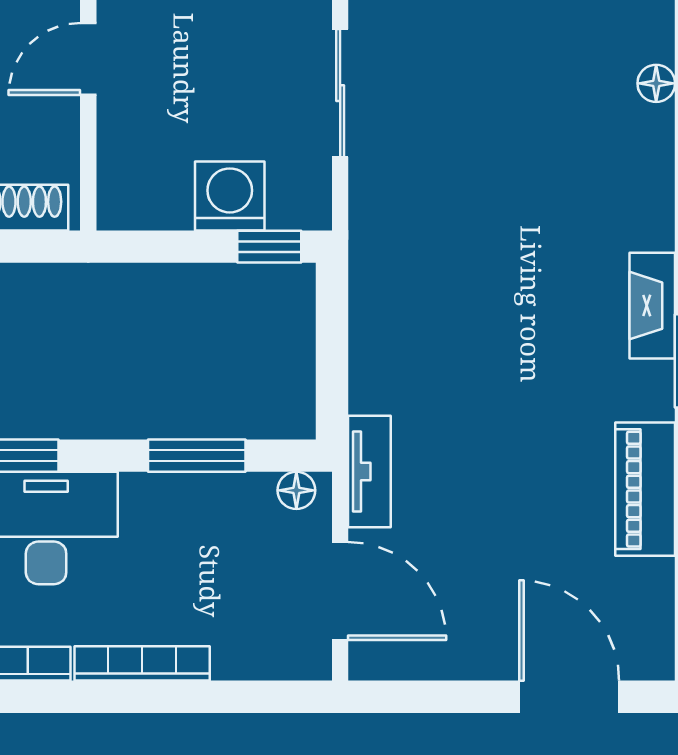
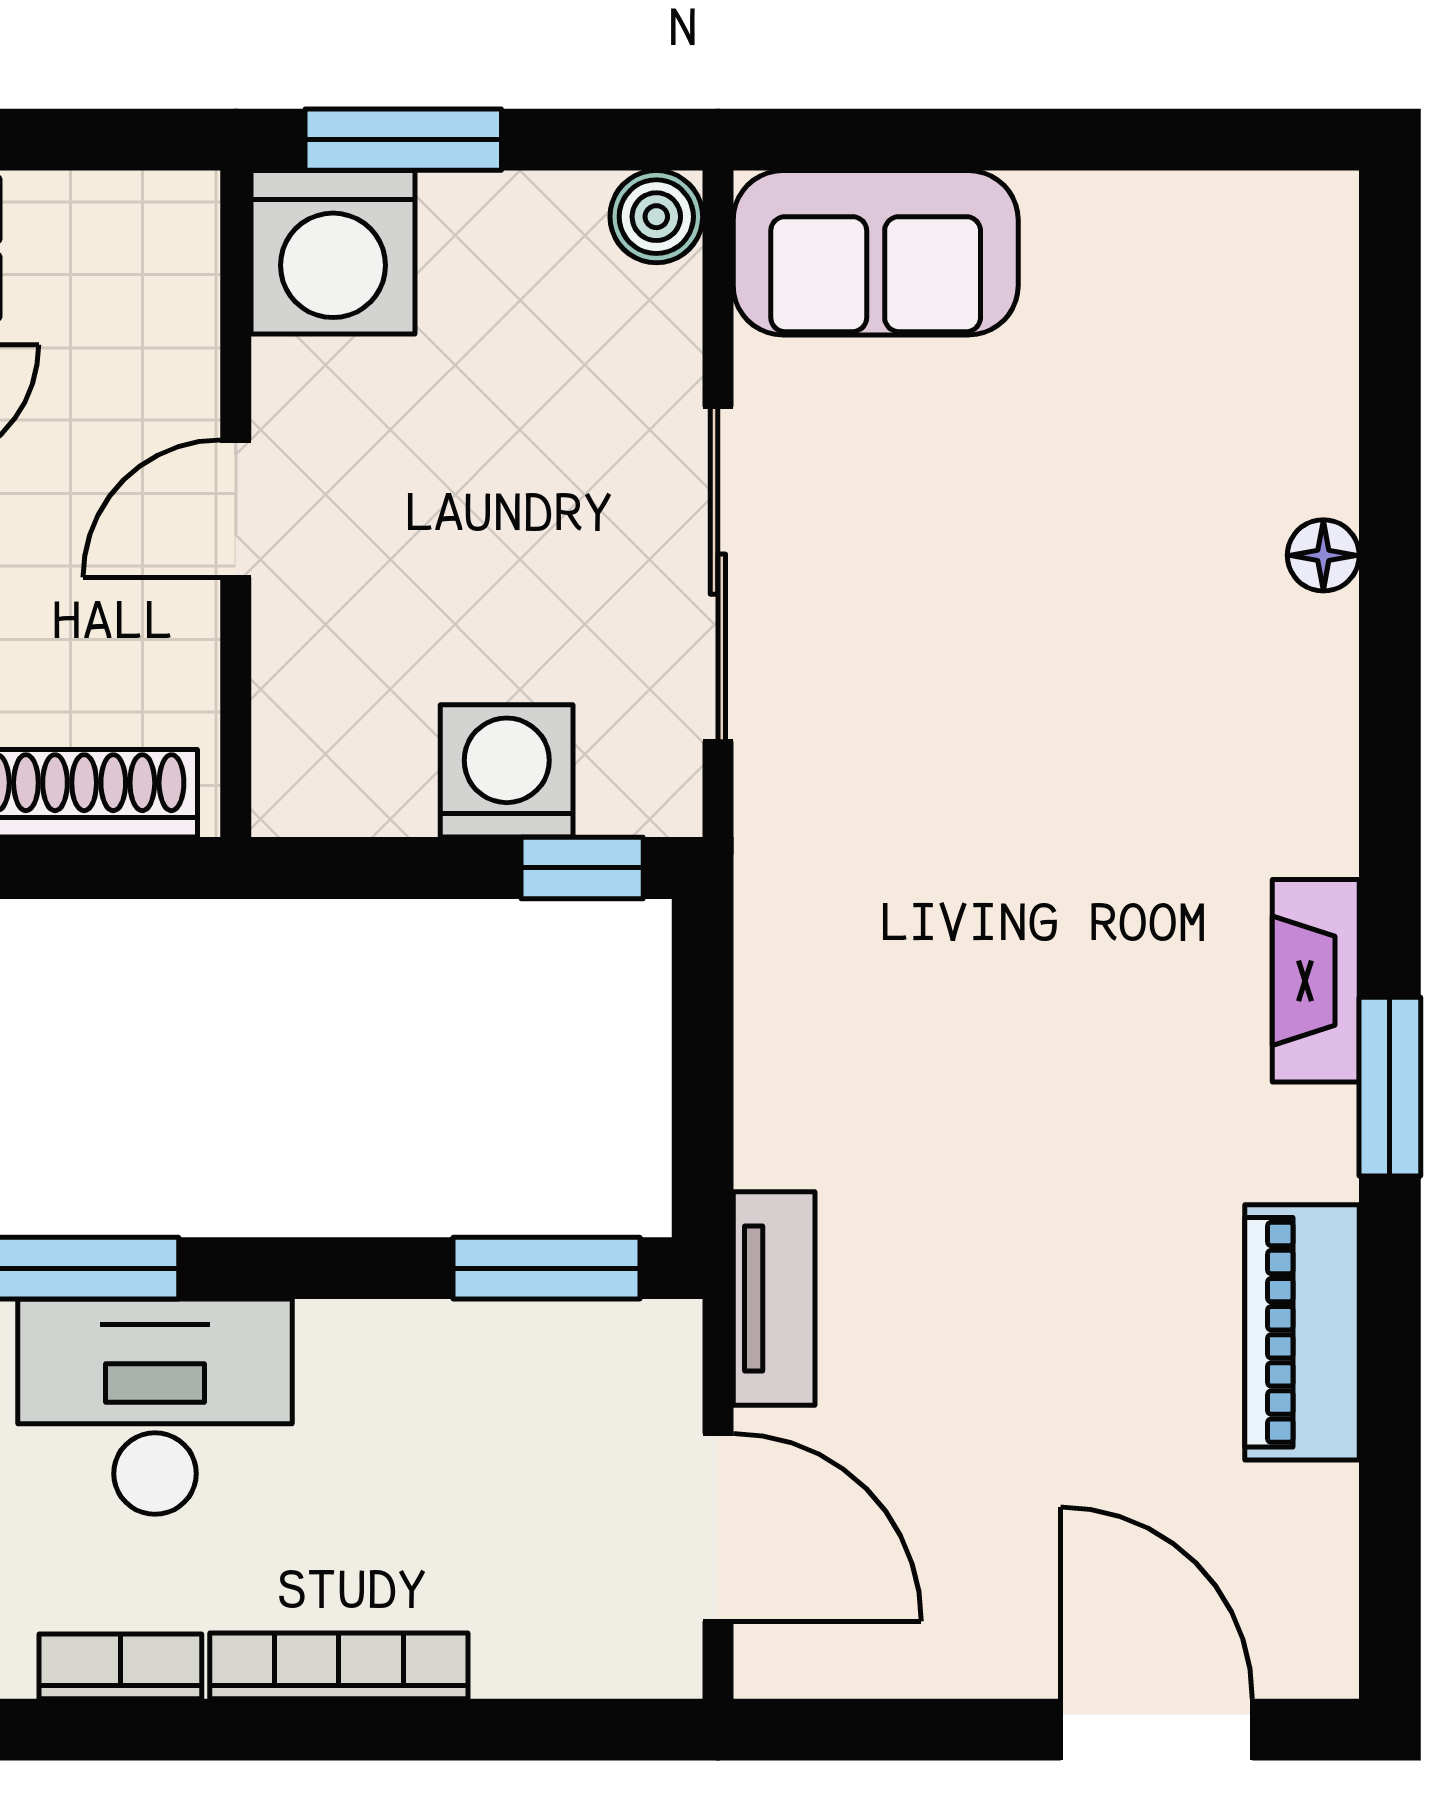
sliding door: (340, 93) -> (718, 574), width x1.37
window: (197, 456) -> (547, 1268), moved
floor lamp: (296, 490) -> (634, 1335), removed

